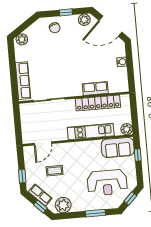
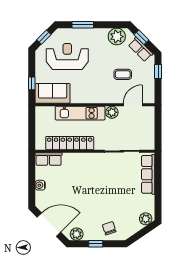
row of seats: (95, 88) -> (49, 159), moved
plant: (127, 129) -> (112, 112), moved

